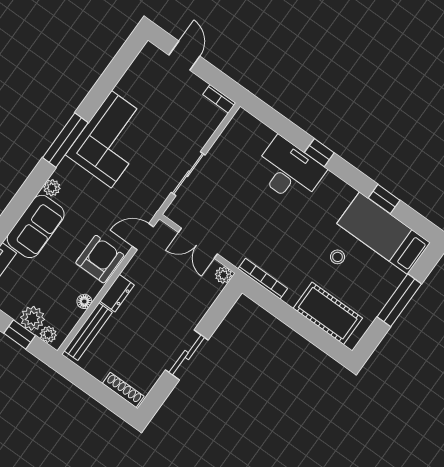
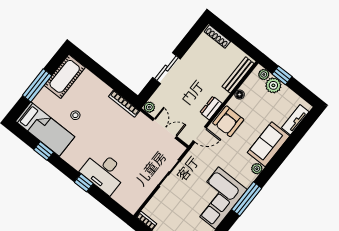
dresser: (117, 293) -> (211, 108), moved
cot: (328, 313) -> (65, 76), moved, turned 90
sliding door: (187, 355) -> (166, 68), moved

